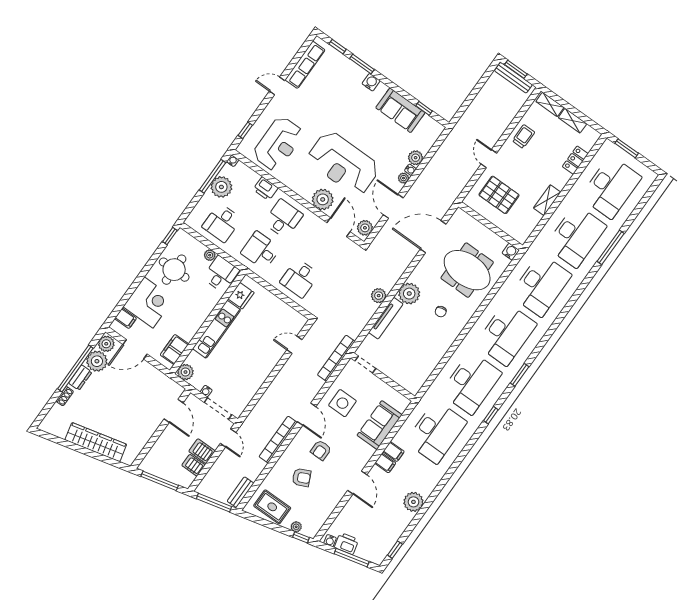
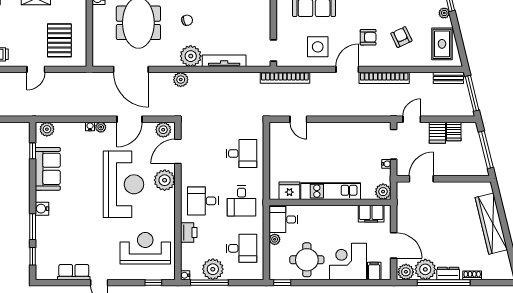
row of seats: (305, 65) -> (74, 272), width x0.68
plant: (416, 158) -> (47, 129), moved
plant: (379, 296) -> (181, 80), moved

